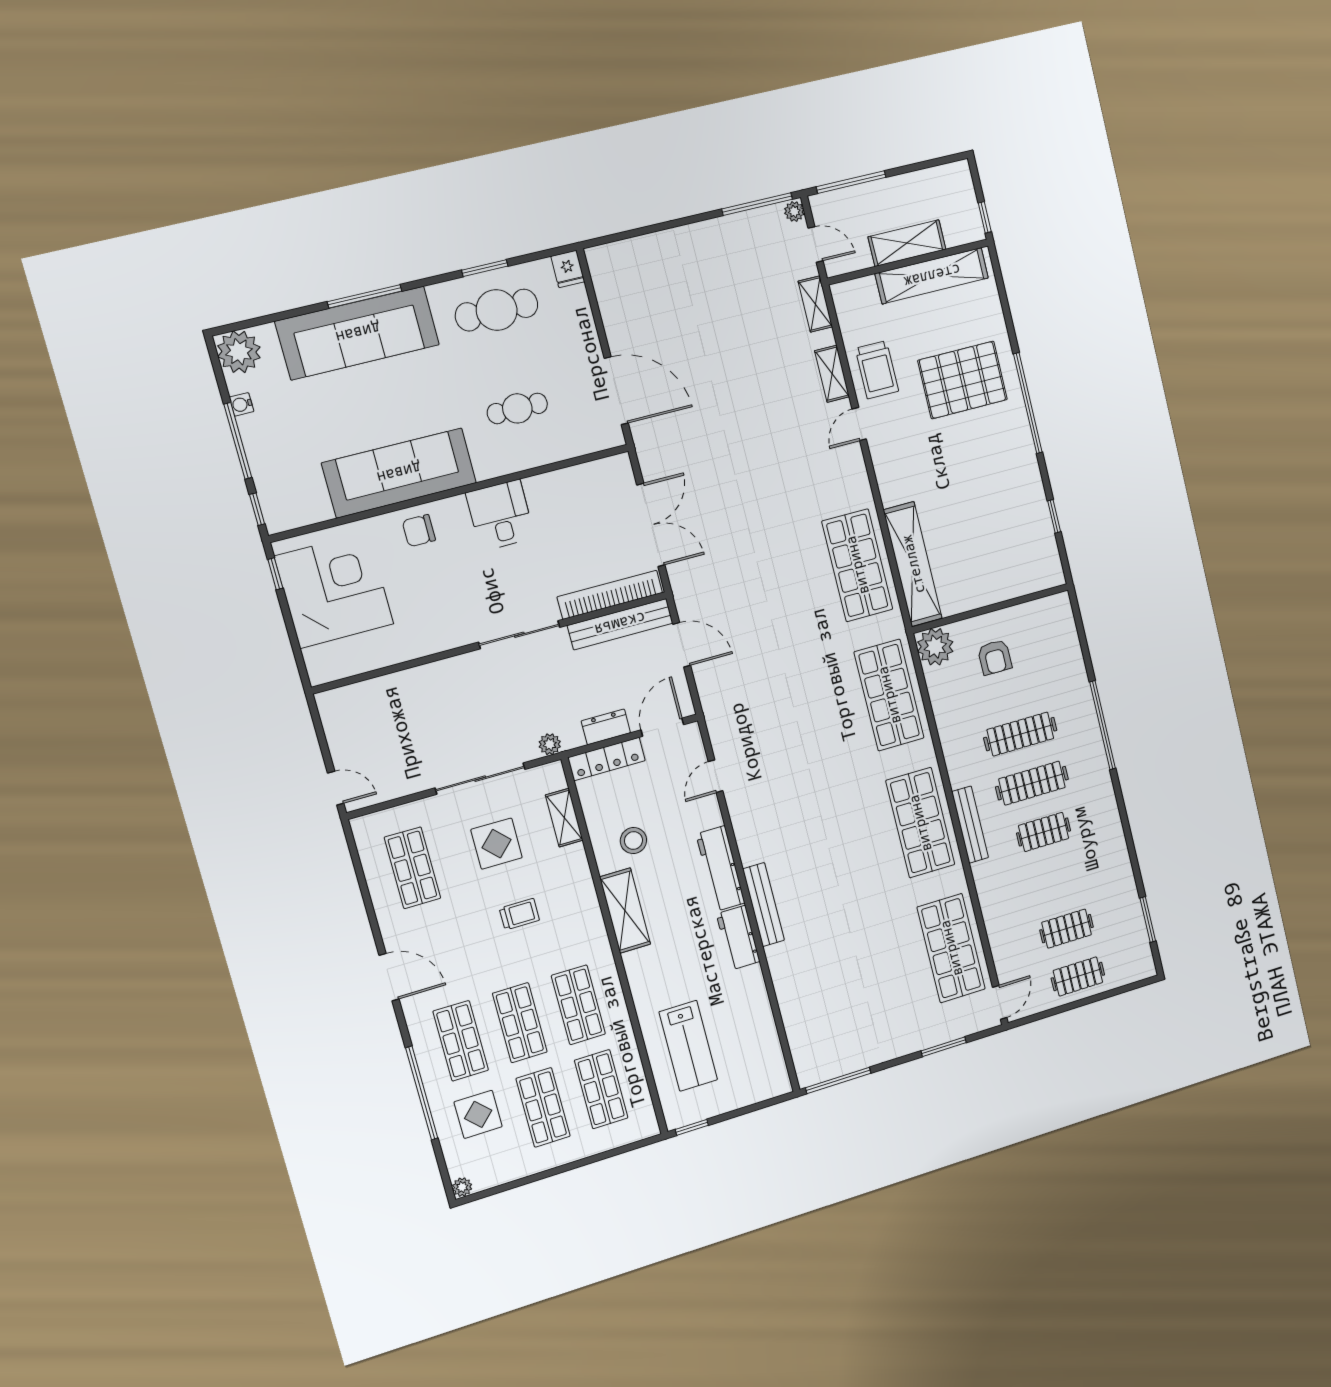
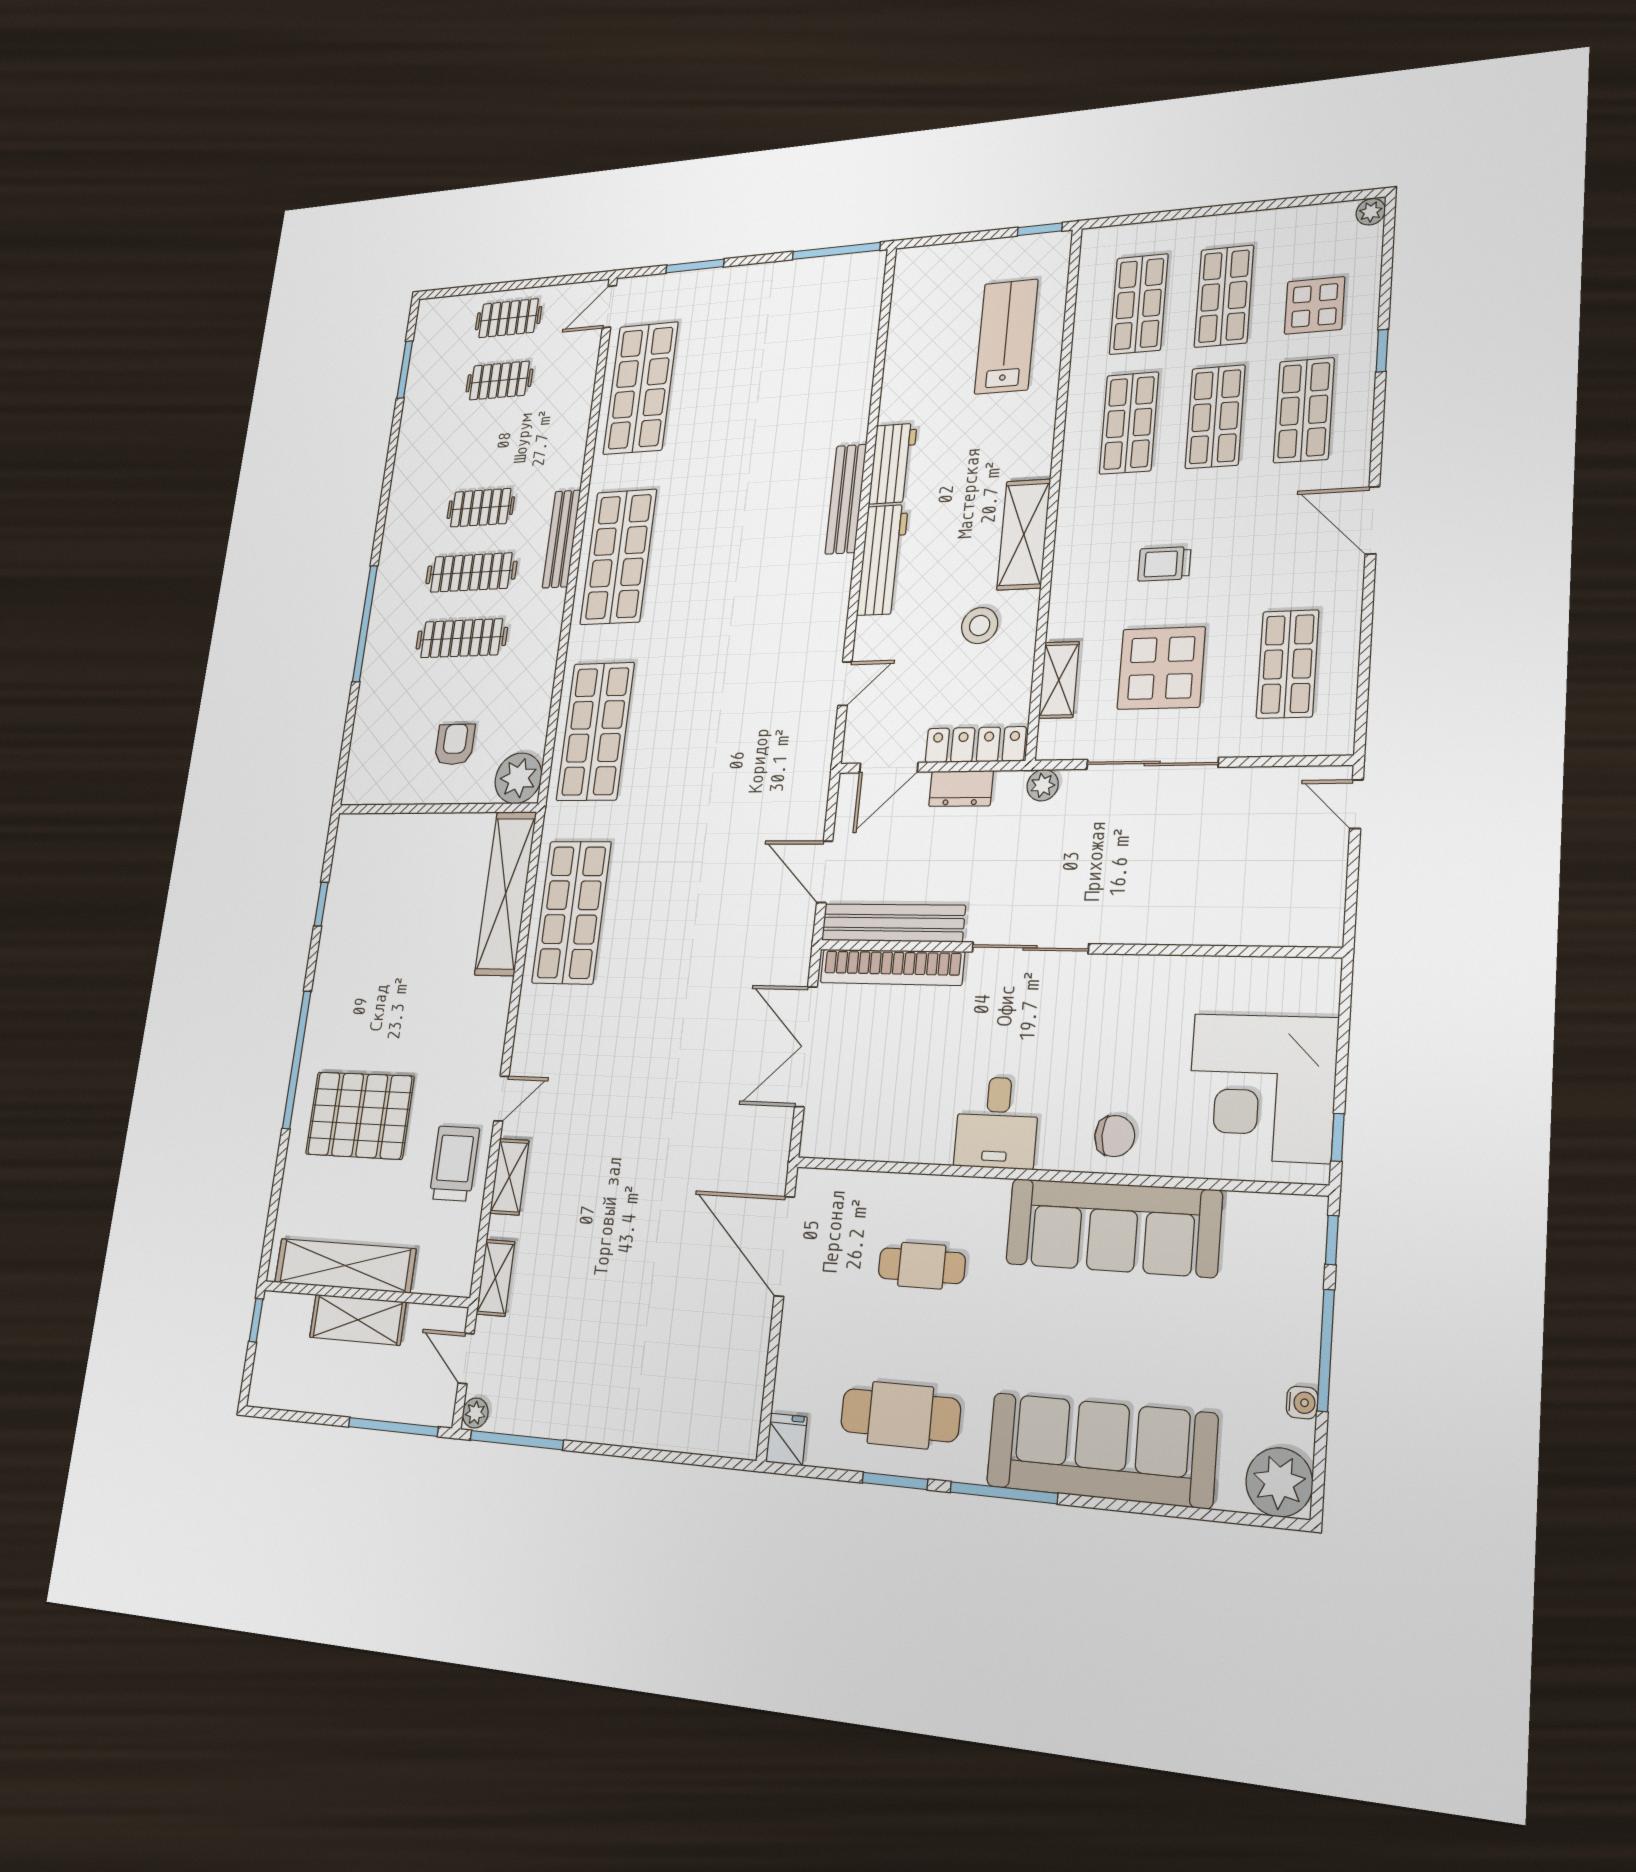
window: (364, 296) -> (1004, 1493), moved
display table: (497, 844) -> (1161, 668), width x1.36, depth x1.36
window: (422, 1093) -> (1382, 351), width x0.32

